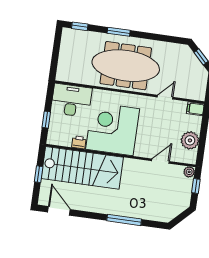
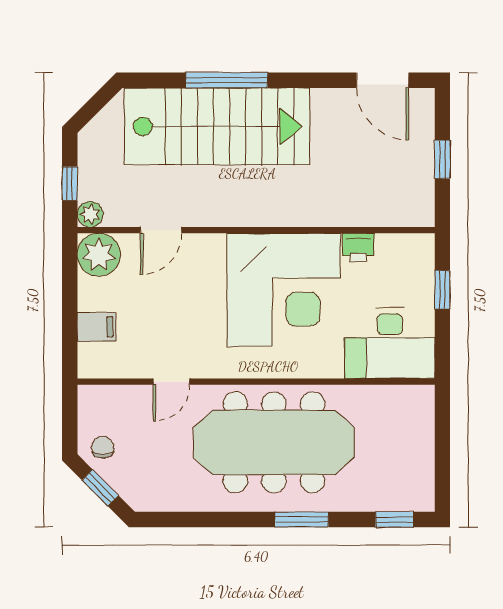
chair: (198, 74) -> (103, 447), added
filing cabinet: (195, 109) -> (96, 327), moved
plant: (190, 140) -> (99, 255), moved
stairs: (82, 168) -> (217, 126), moved, turned 180

